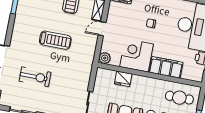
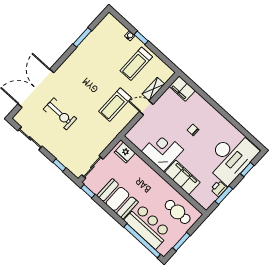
treadmill: (55, 40) -> (115, 105), moved, turned 90
plant: (105, 58) -> (133, 135), removed
fridge: (123, 79) -> (125, 153), moved

